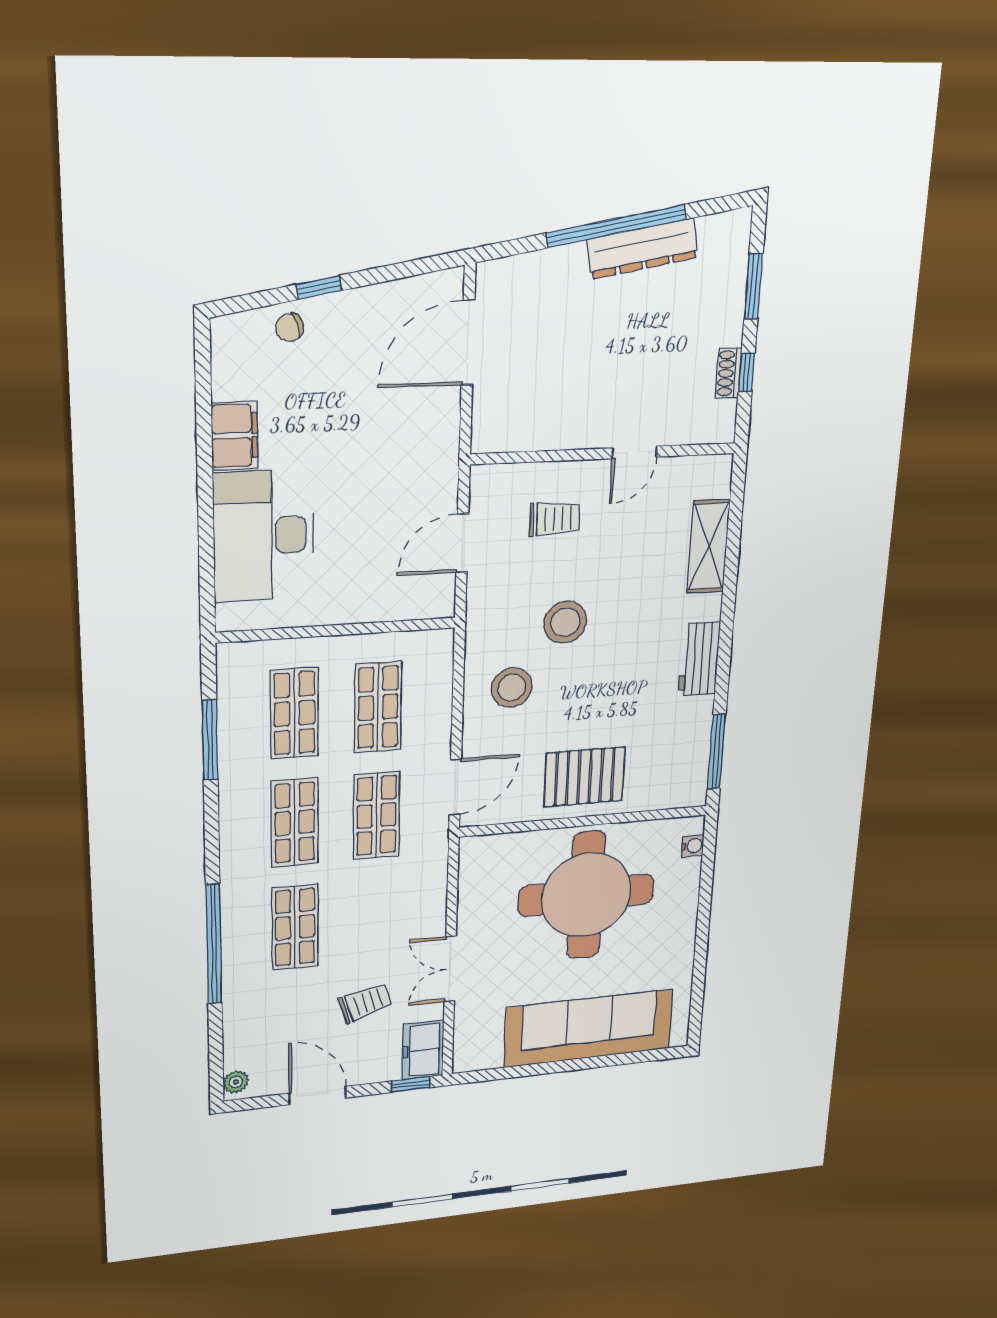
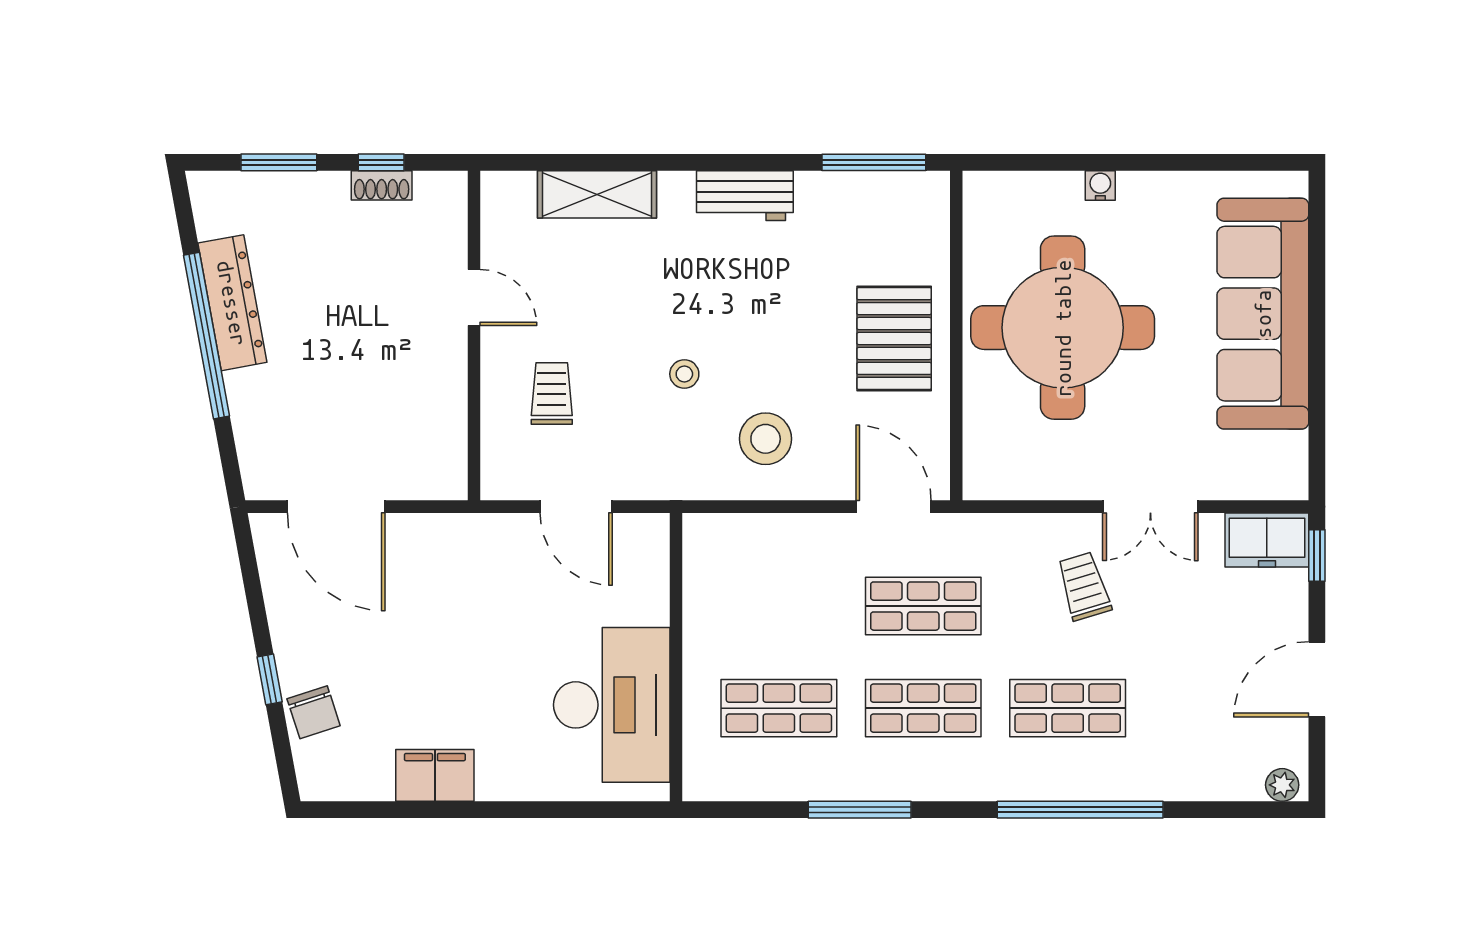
chair: (290, 327) -> (314, 712), width x1.37, depth x1.37
desk: (264, 536) -> (612, 705), moved, turned -90
stool: (565, 622) -> (684, 374), width x0.53, depth x0.53
shop shelf: (378, 707) -> (779, 606), removed
window: (210, 740) -> (860, 810), moved
water cooler: (693, 846) -> (1100, 186), moved
trolley: (365, 1003) -> (1084, 586), moved

